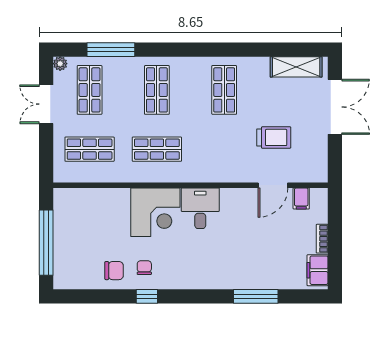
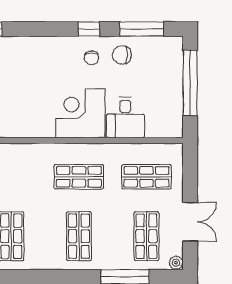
desk: (200, 208) -> (125, 117), moved
window: (94, 296) -> (142, 29), added

